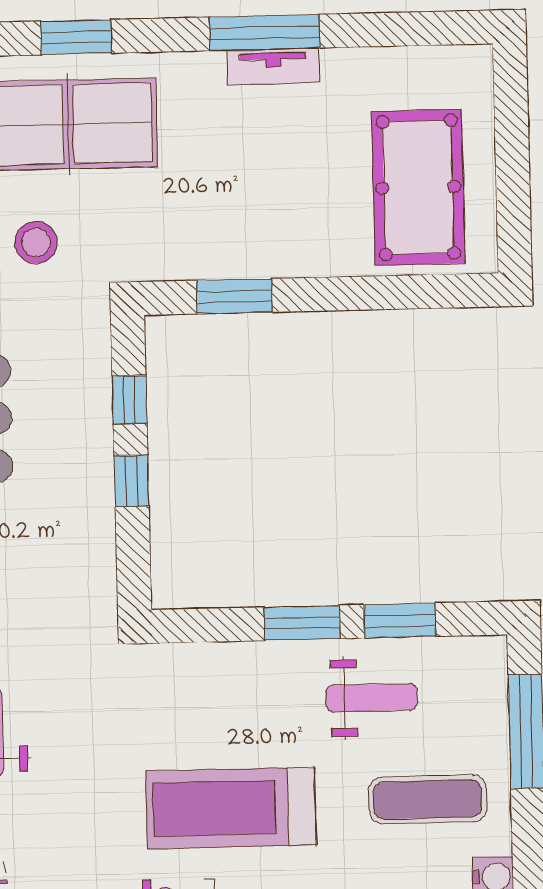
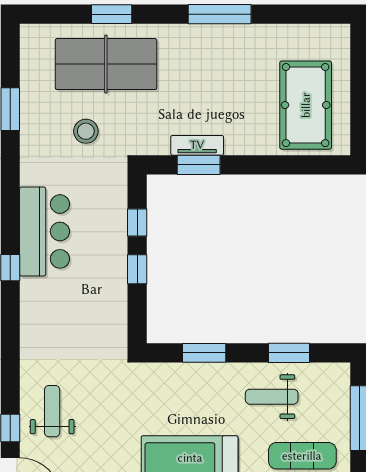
tv unit: (273, 66) -> (197, 145), moved, turned 180
window: (302, 623) -> (204, 353), moved
weight bench: (372, 698) -> (272, 397), turned 180

